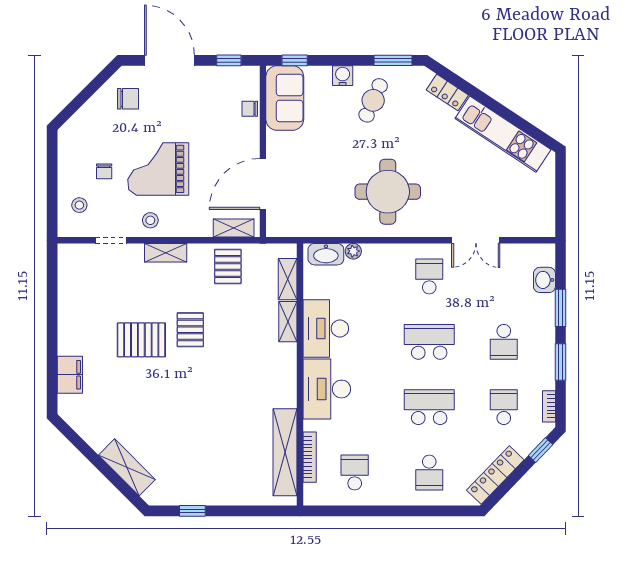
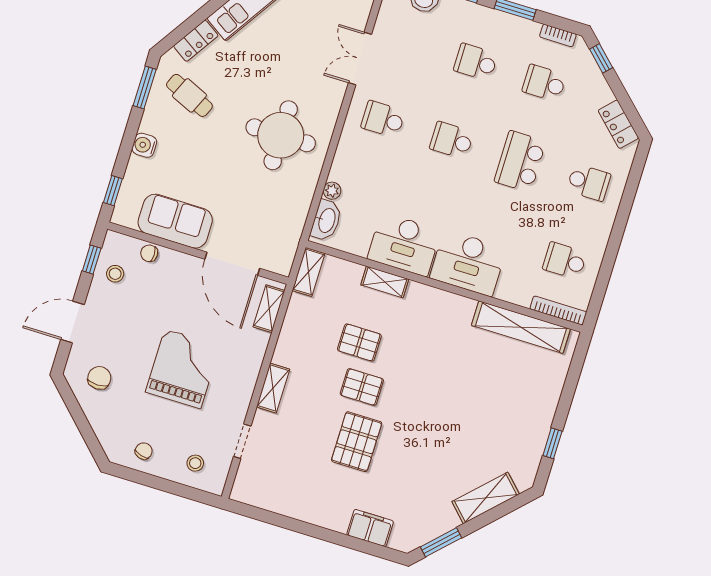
door: (169, 60) -> (72, 322), width x0.73
sofa: (285, 98) -> (175, 221), moved
cafe table: (373, 100) -> (189, 95), moved
chair: (250, 109) -> (149, 253), turned 90
grand piano: (158, 169) -> (183, 369), turned 180
chair: (104, 171) -> (144, 451), moved, turned -74
stool: (150, 220) -> (115, 274), moved
double door: (476, 240) -> (360, 59), swing flipped
pallet: (228, 266) -> (359, 342), moved
shelving: (288, 279) -> (309, 272), moved, turned 90
school desk: (429, 342) -> (452, 140), width x0.54
school desk: (504, 342) -> (476, 62), turned 180
window: (76, 440) -> (441, 542), added
bookcase: (310, 457) -> (558, 310), moved
locker: (495, 475) -> (618, 124), width x0.66

